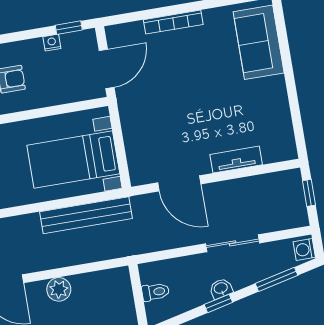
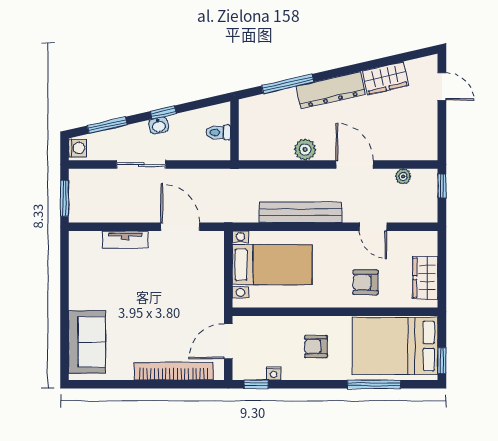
bookcase: (173, 22) -> (174, 371), width x1.48, depth x1.31
window: (309, 193) -> (65, 198), width x1.50
bench: (86, 215) -> (301, 212), moved

